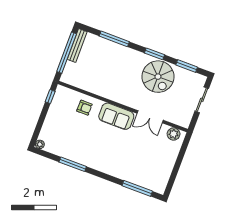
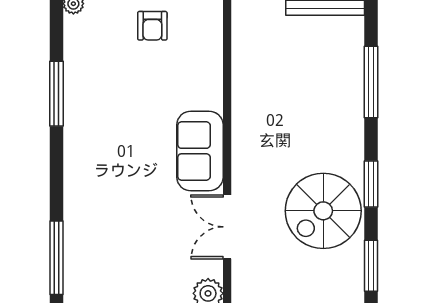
armchair: (84, 108) -> (152, 26), moved

